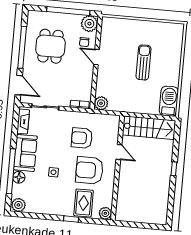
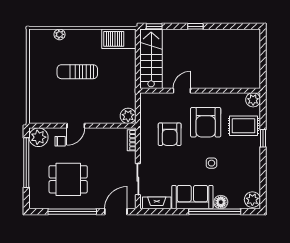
plant: (177, 50) -> (60, 34), added
window: (177, 133) -> (154, 26), added

